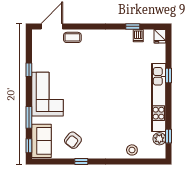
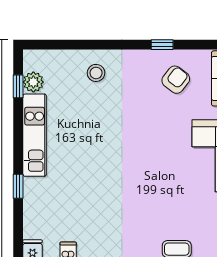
kitchen unit: (159, 97) -> (35, 135), width x0.73
stool: (132, 150) -> (96, 73), moved

